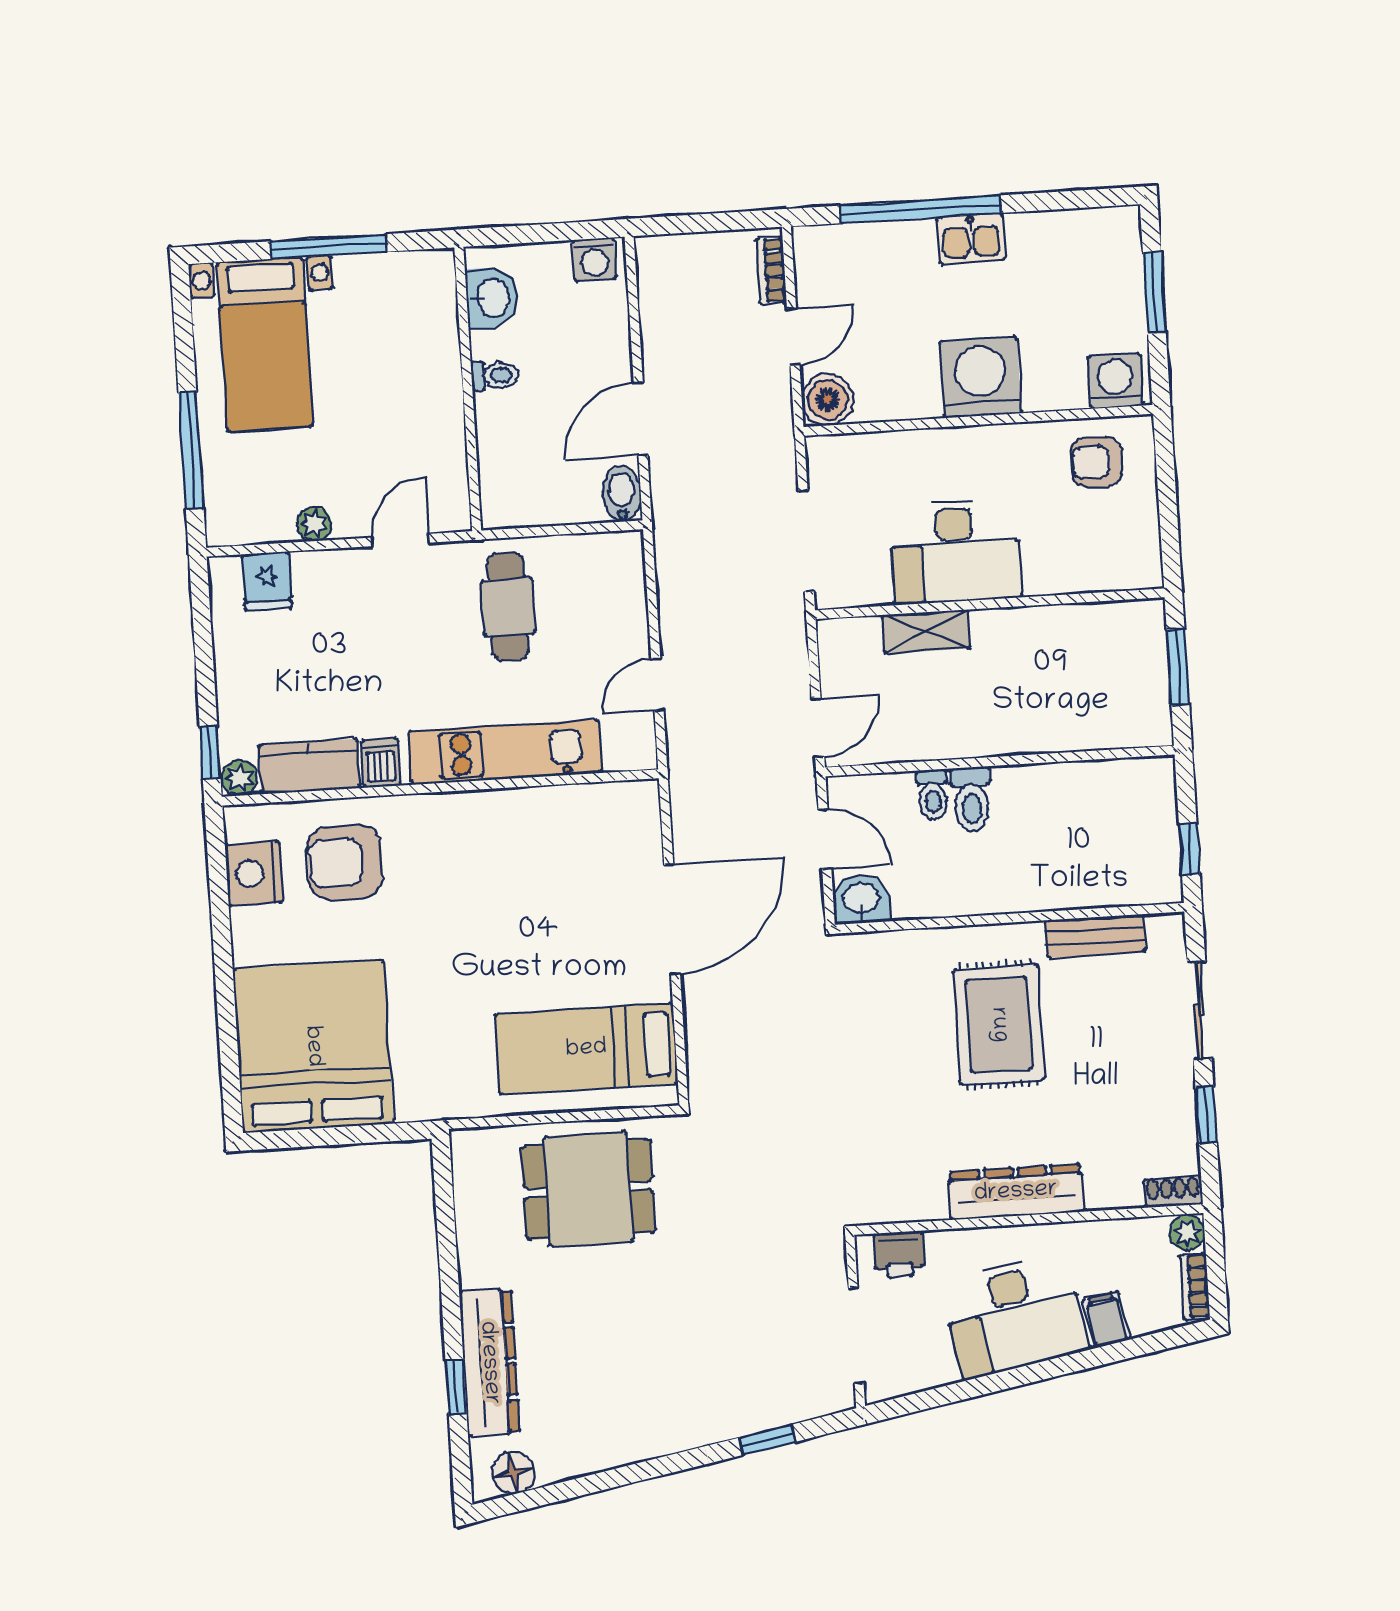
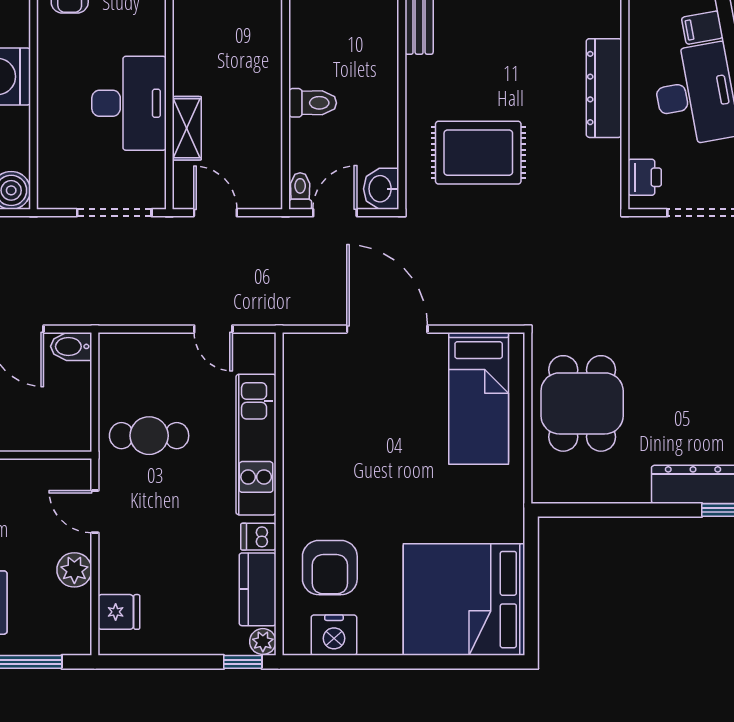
plant: (314, 524) -> (74, 570), width x1.38, depth x1.38
door: (818, 728) -> (215, 213), moved
toilet: (933, 795) -> (300, 191), moved, turned -90
rug: (999, 1025) -> (478, 153), moved

